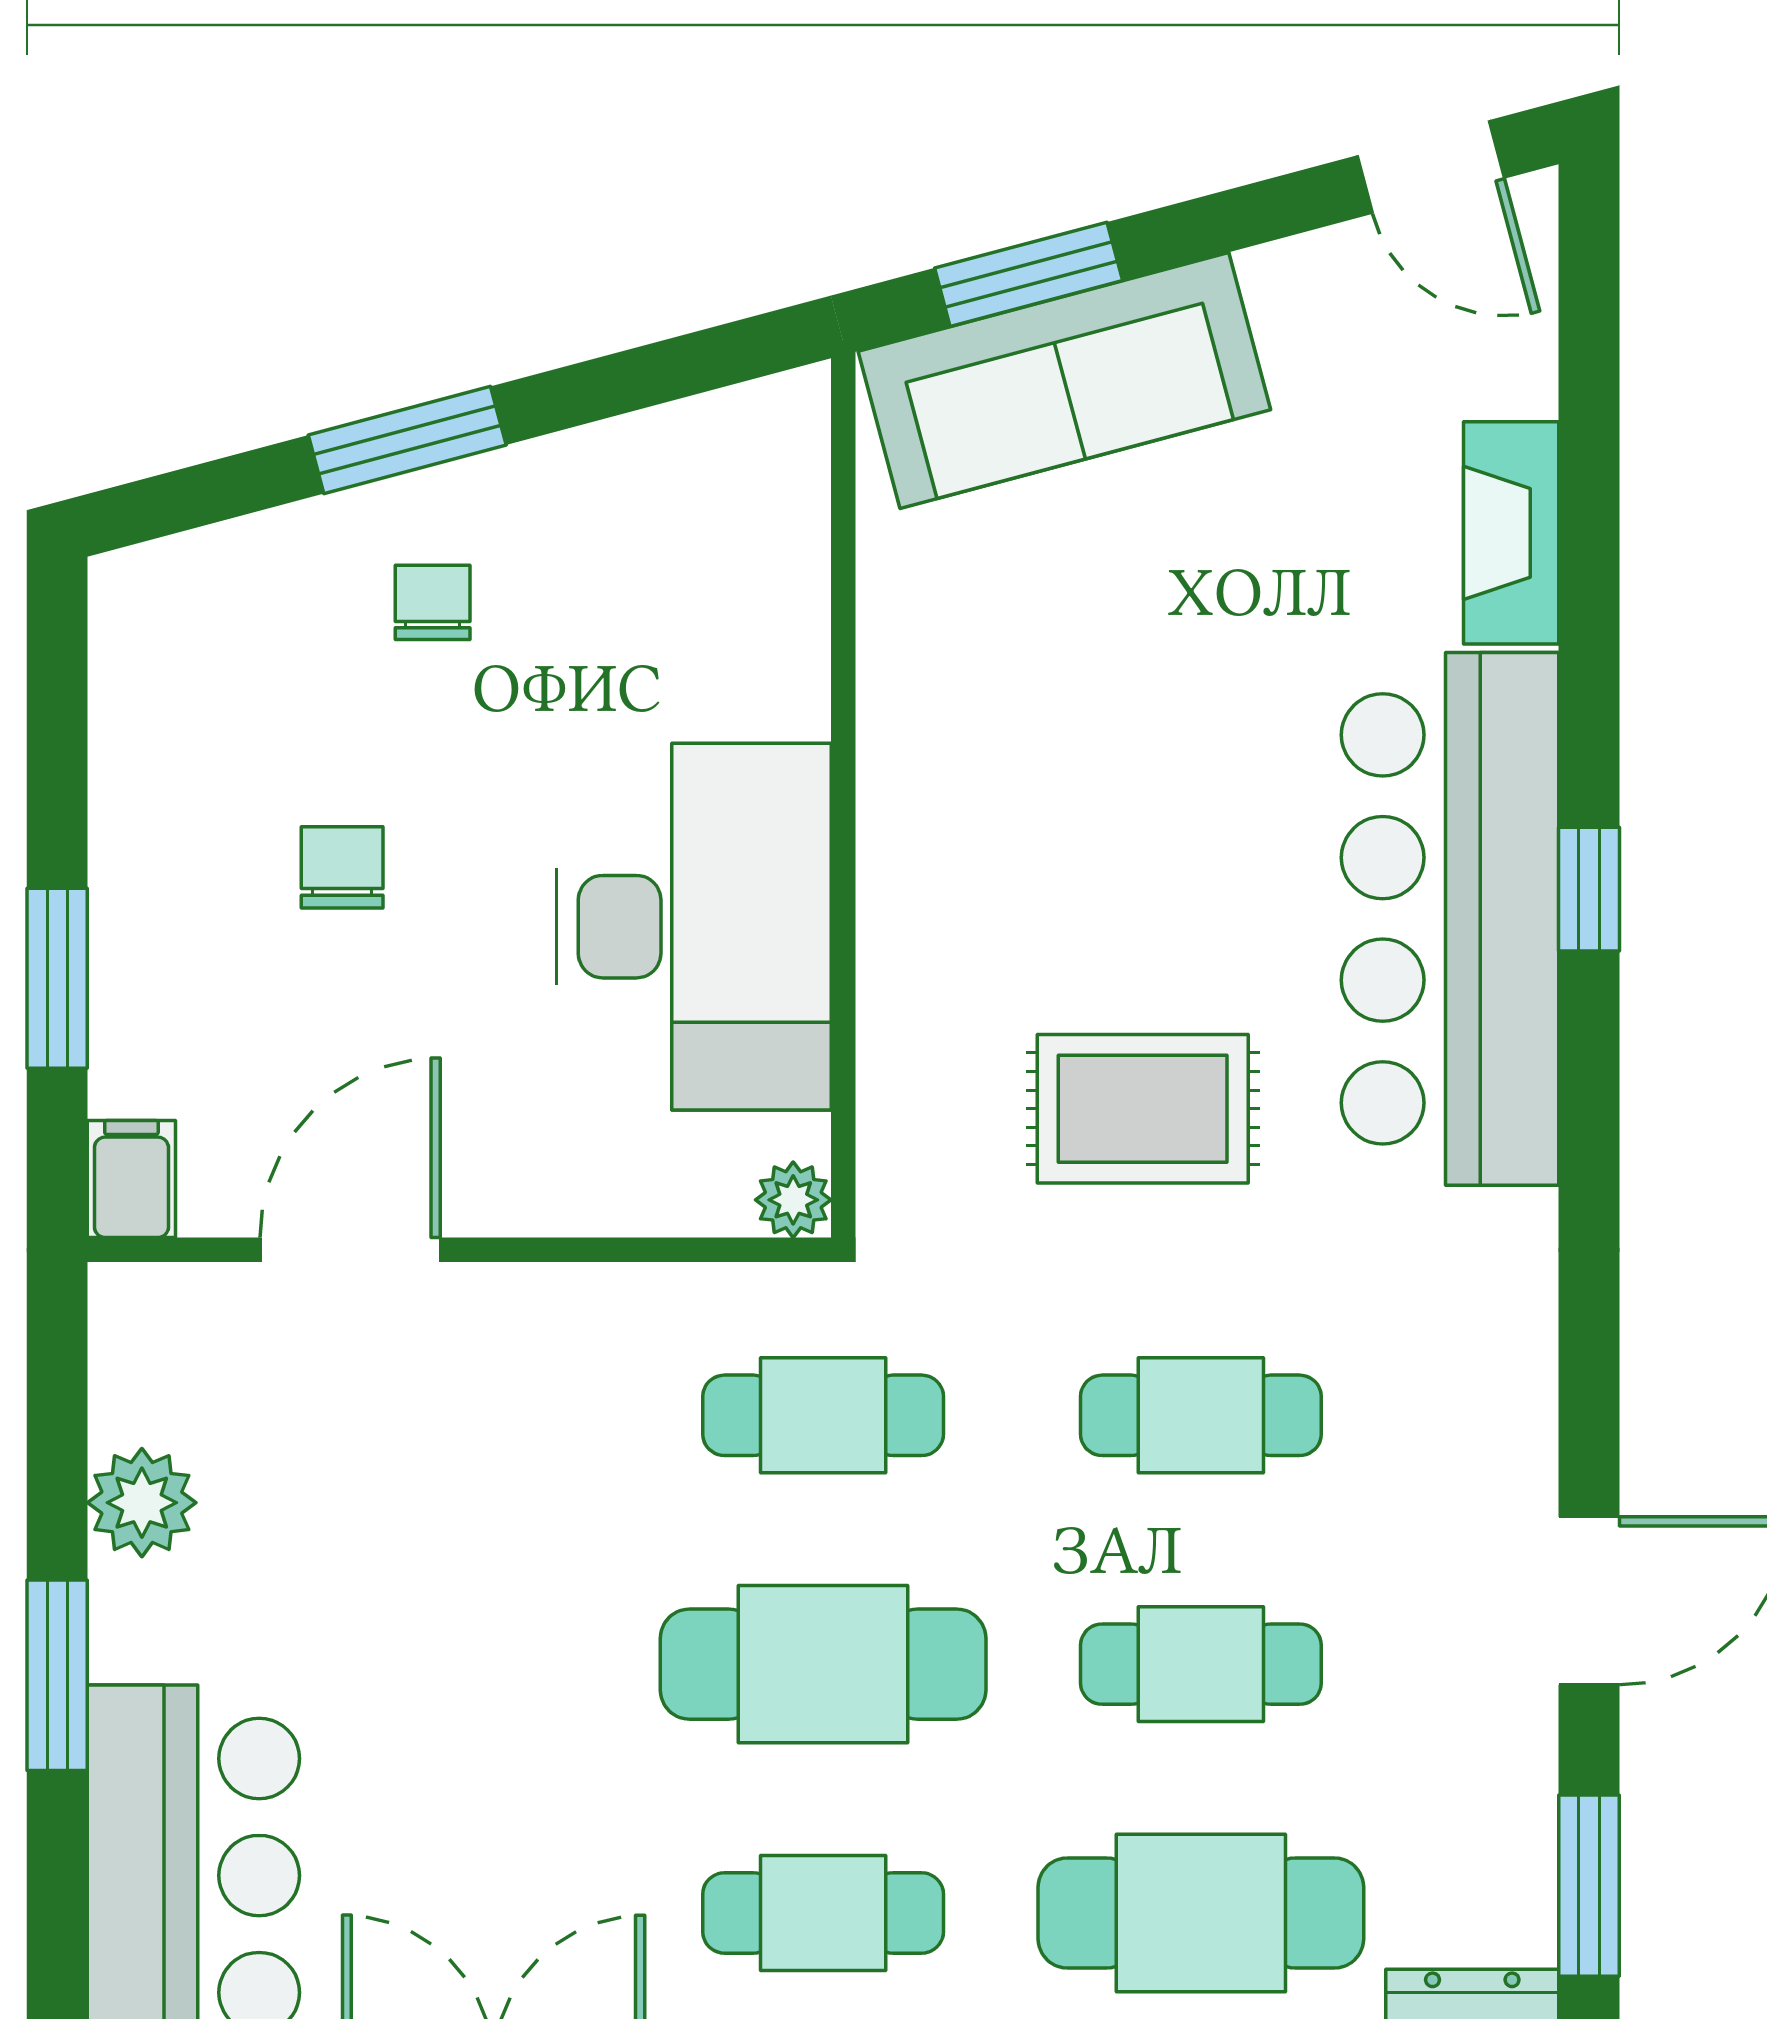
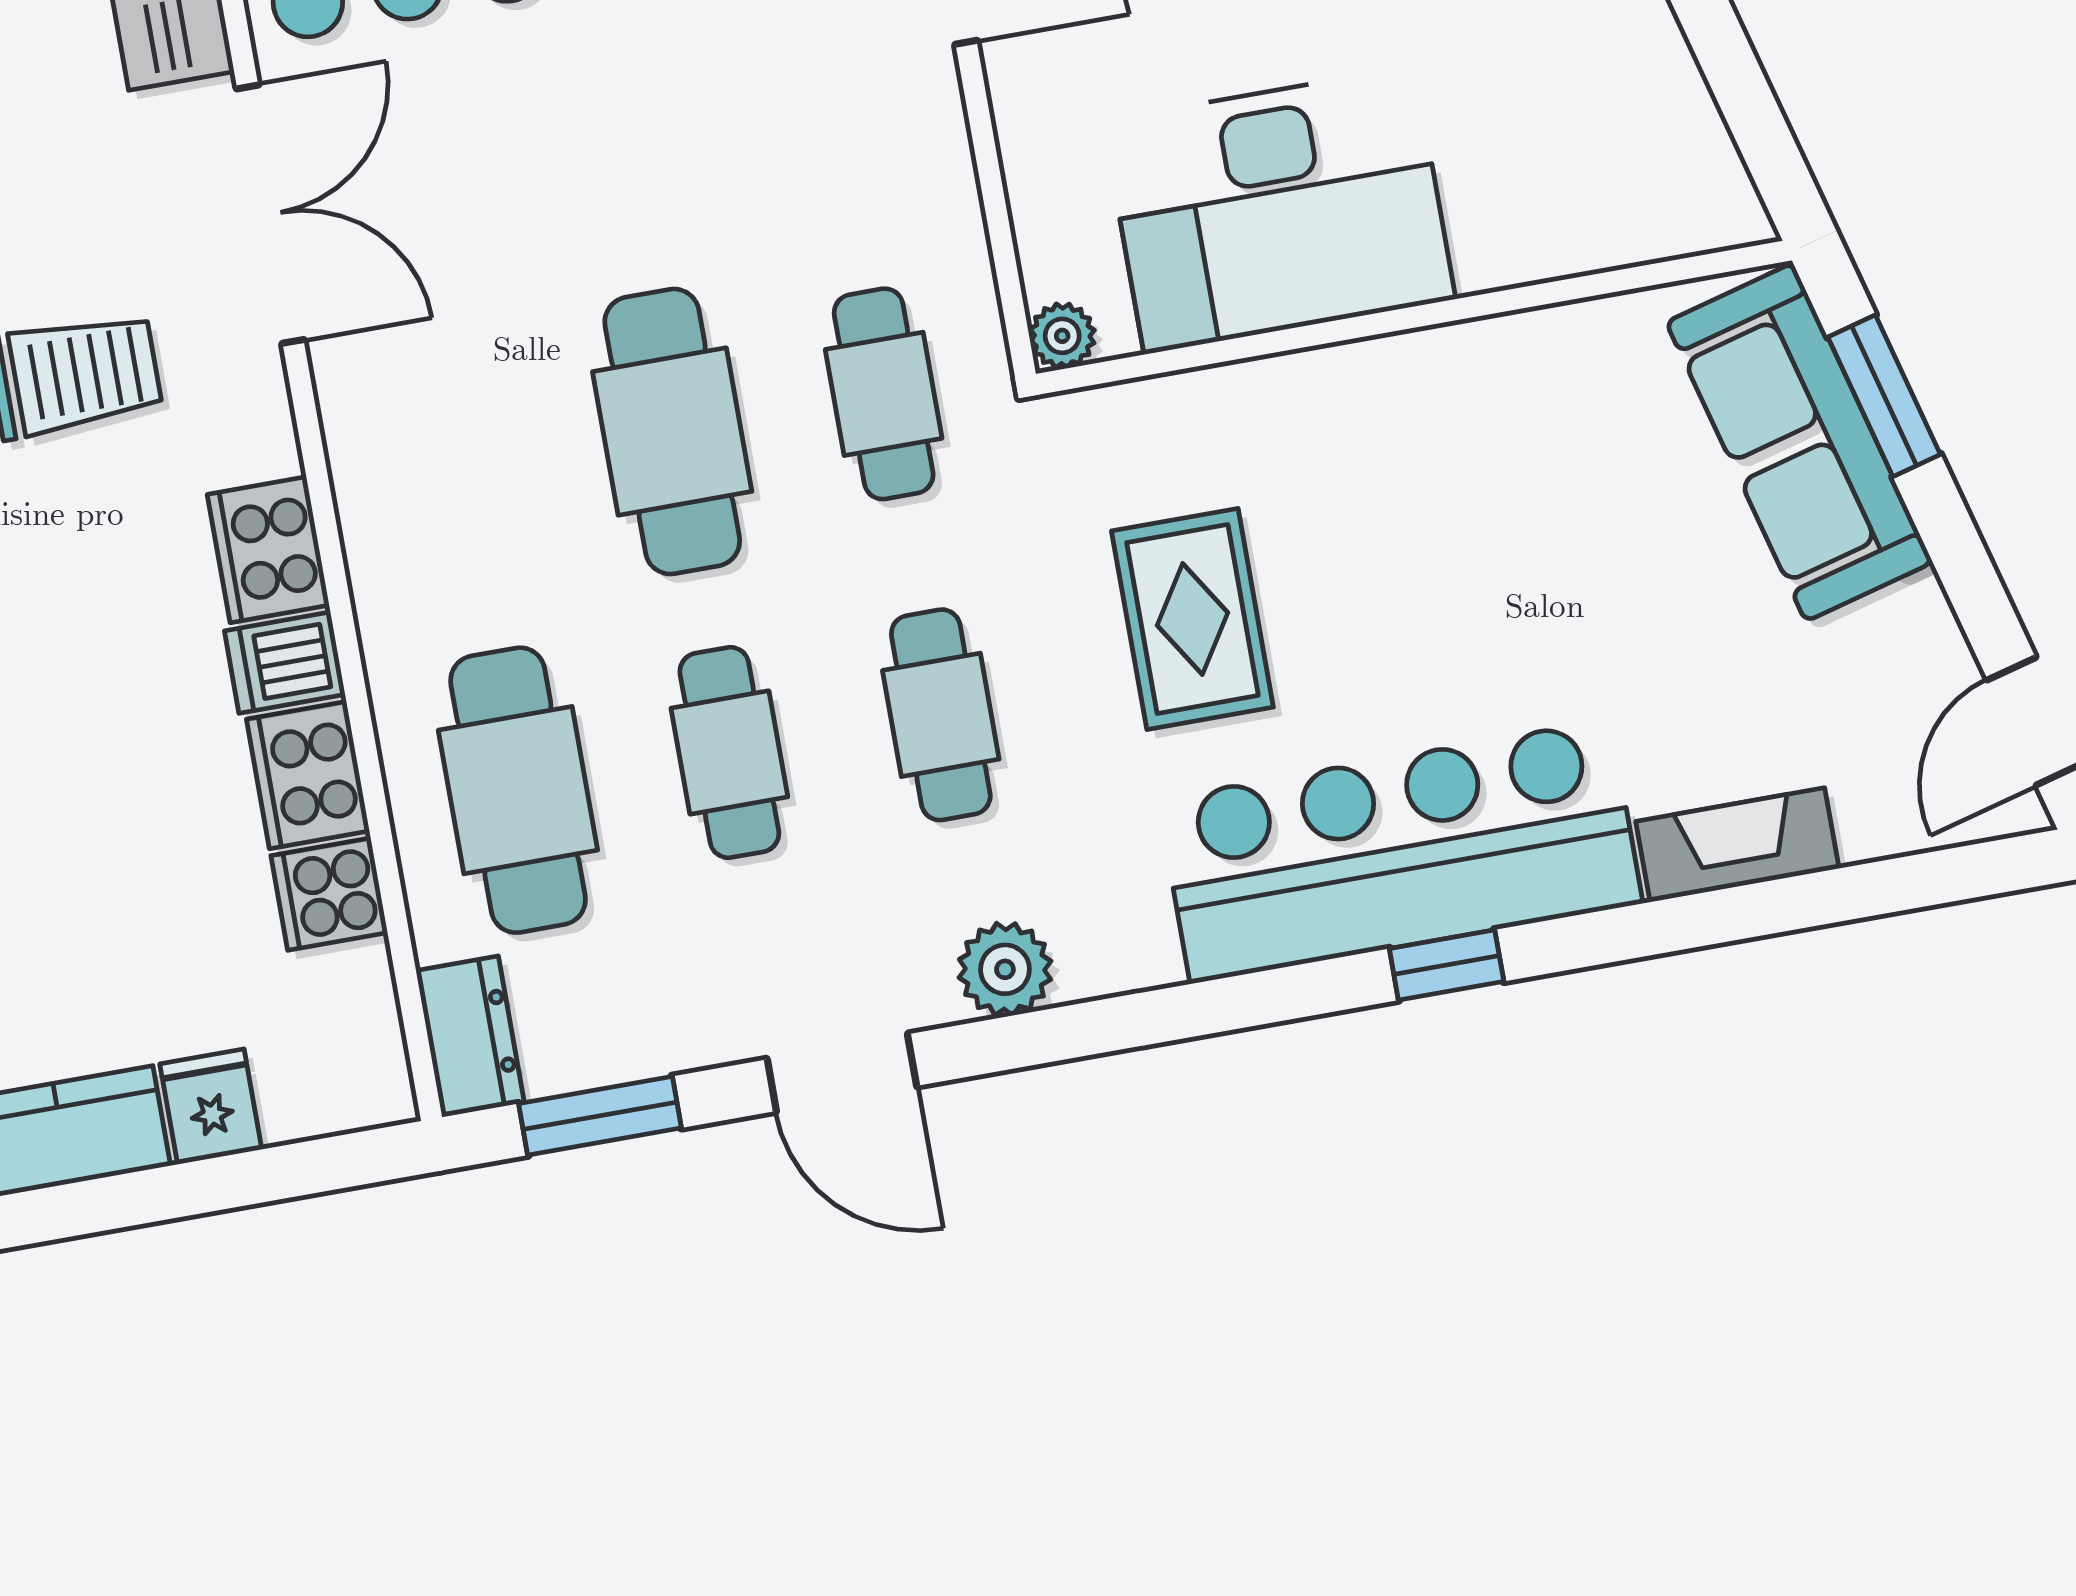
plant: (1504, 1394) -> (1005, 969), added
cafe table: (823, 1913) -> (461, 469), removed

